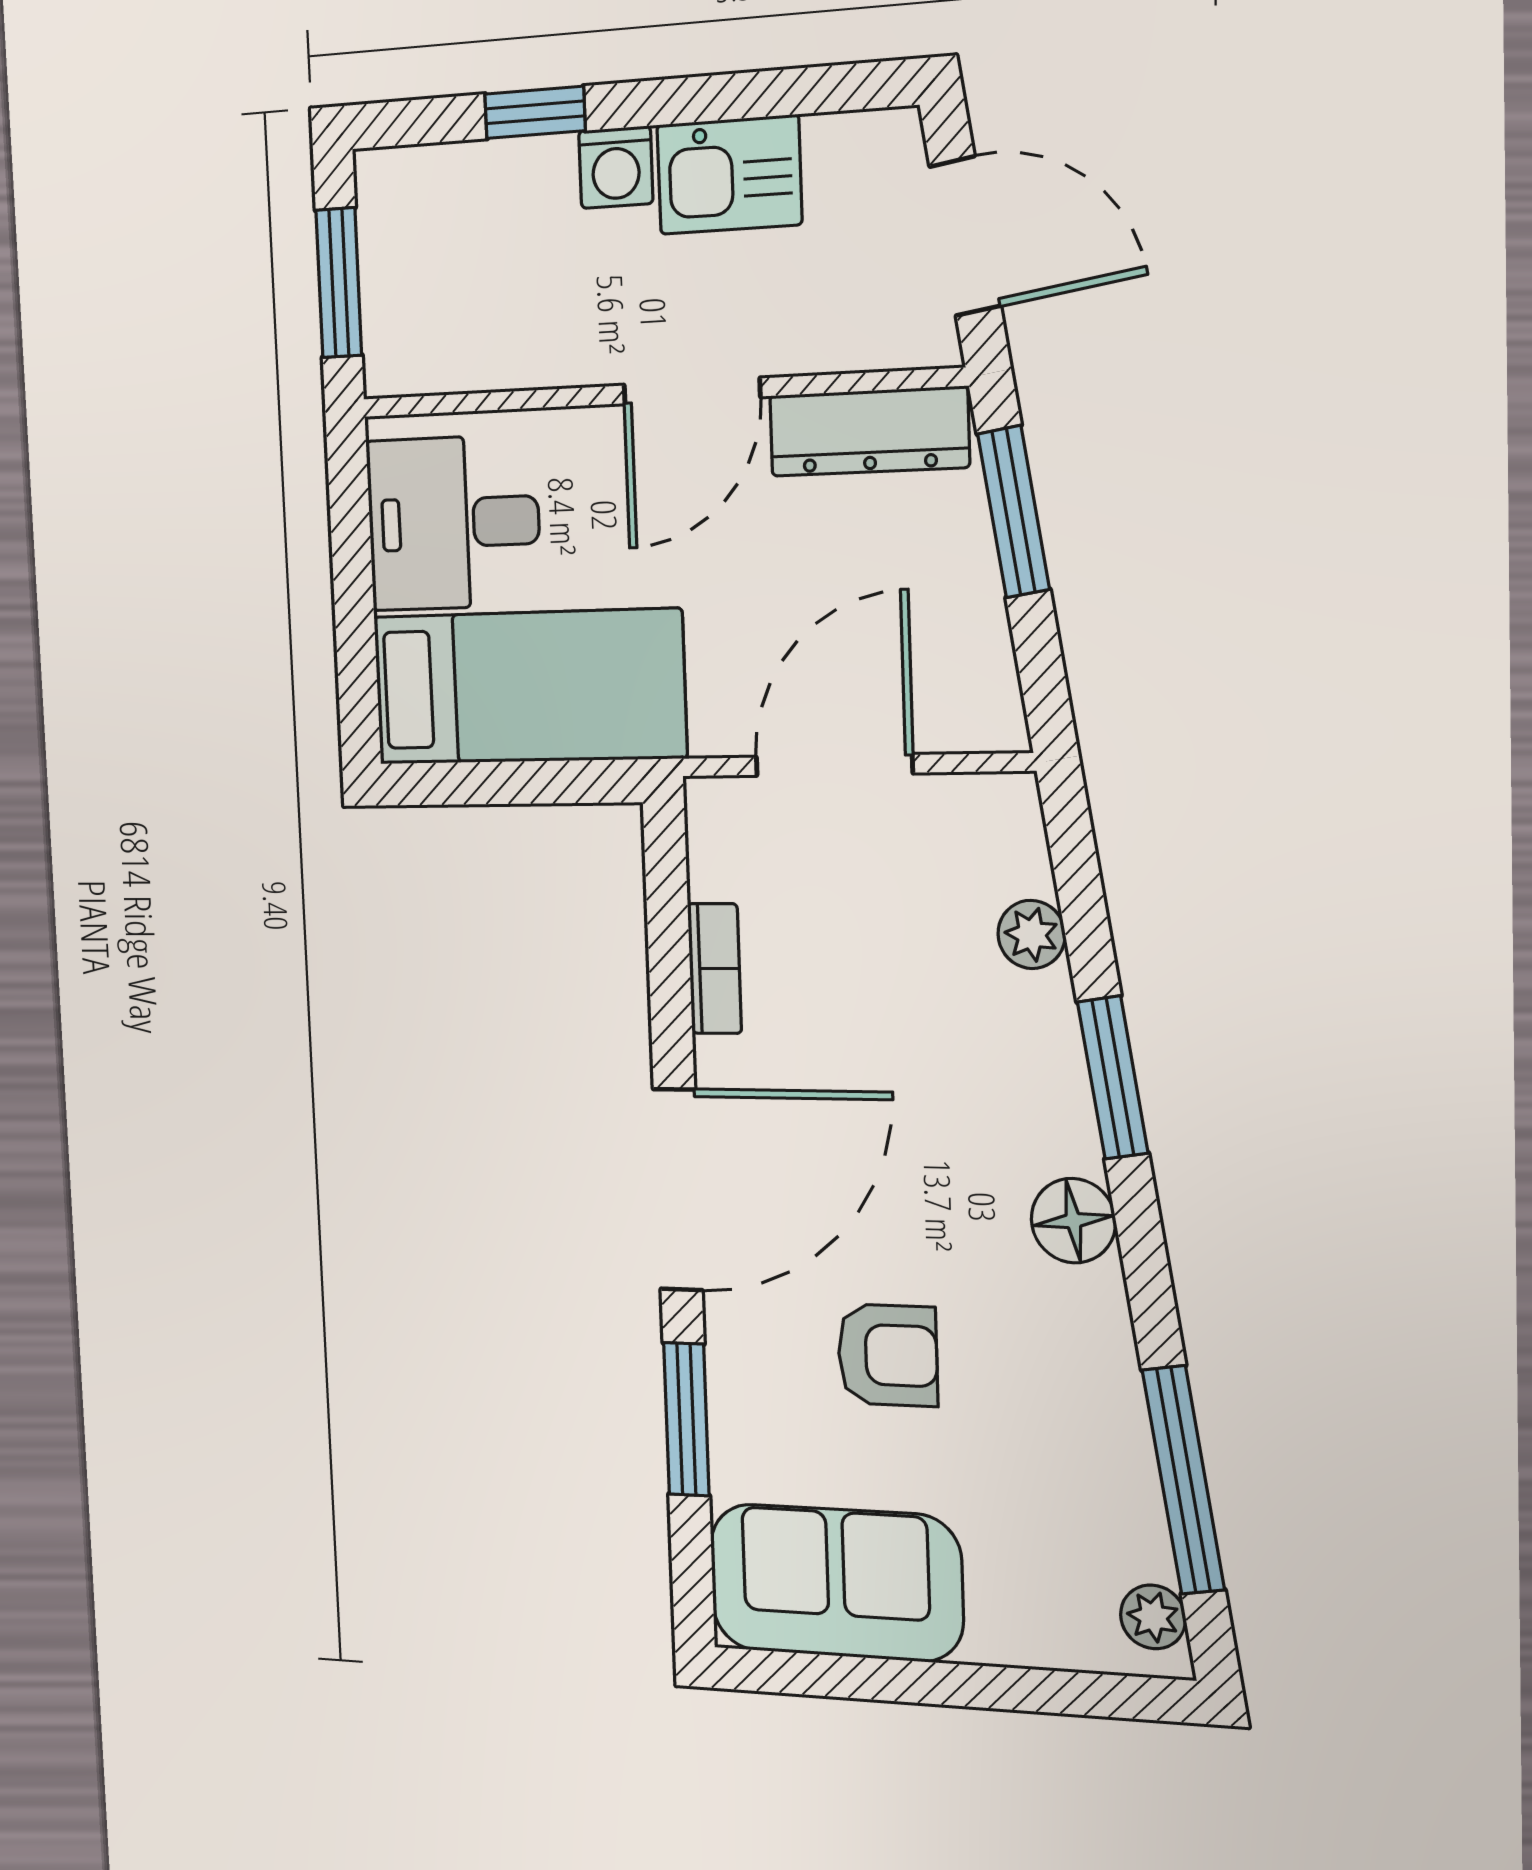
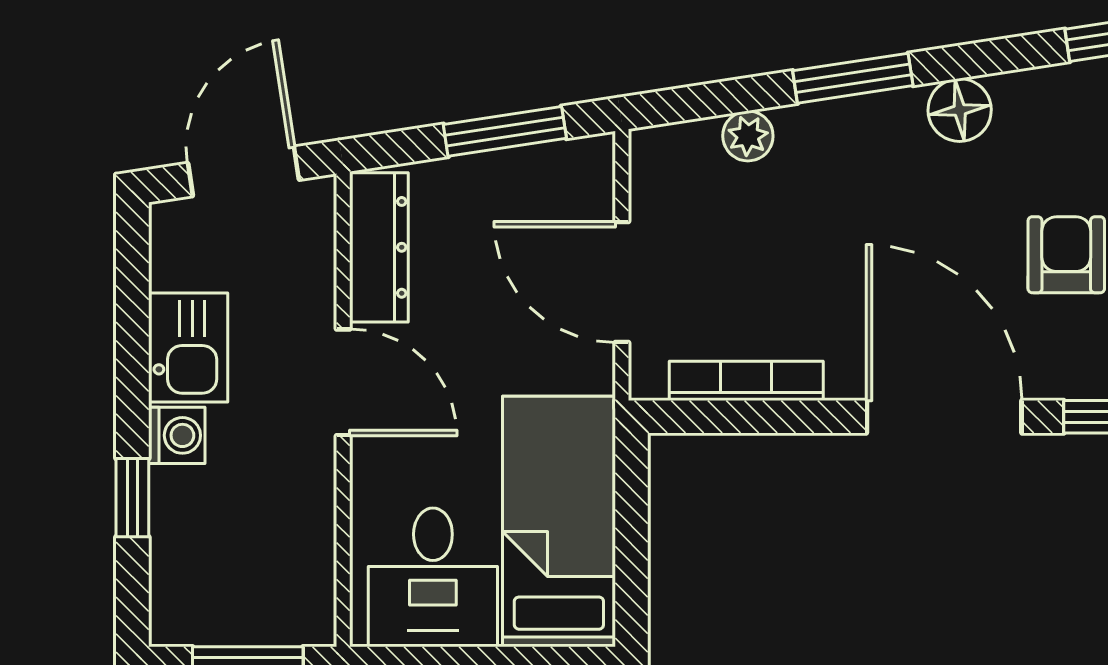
window: (1014, 512) -> (505, 131), moved
bookcase: (715, 969) -> (746, 381), width x1.56

